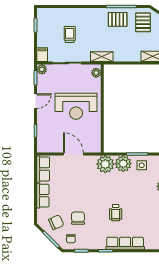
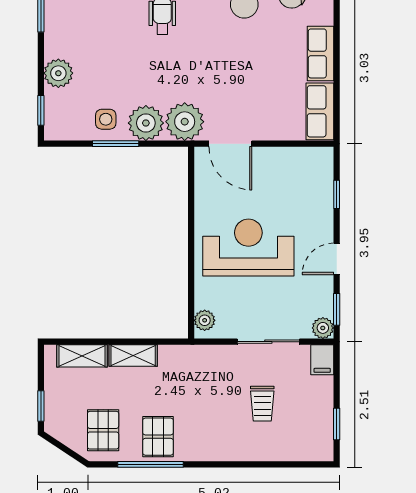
pallet: (118, 19) -> (158, 437), turned 90
shelving: (102, 57) -> (133, 356), moved
door: (73, 154) -> (230, 144), moved

